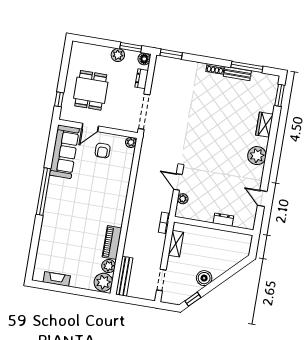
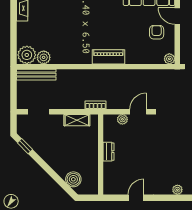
armchair: (103, 151) -> (157, 32), turned 90
plant: (257, 156) -> (177, 190), width x0.53, depth x0.53
dresser: (223, 220) -> (109, 152), moved
piano: (112, 243) -> (108, 57), moved
boiler: (204, 278) -> (73, 179), moved

